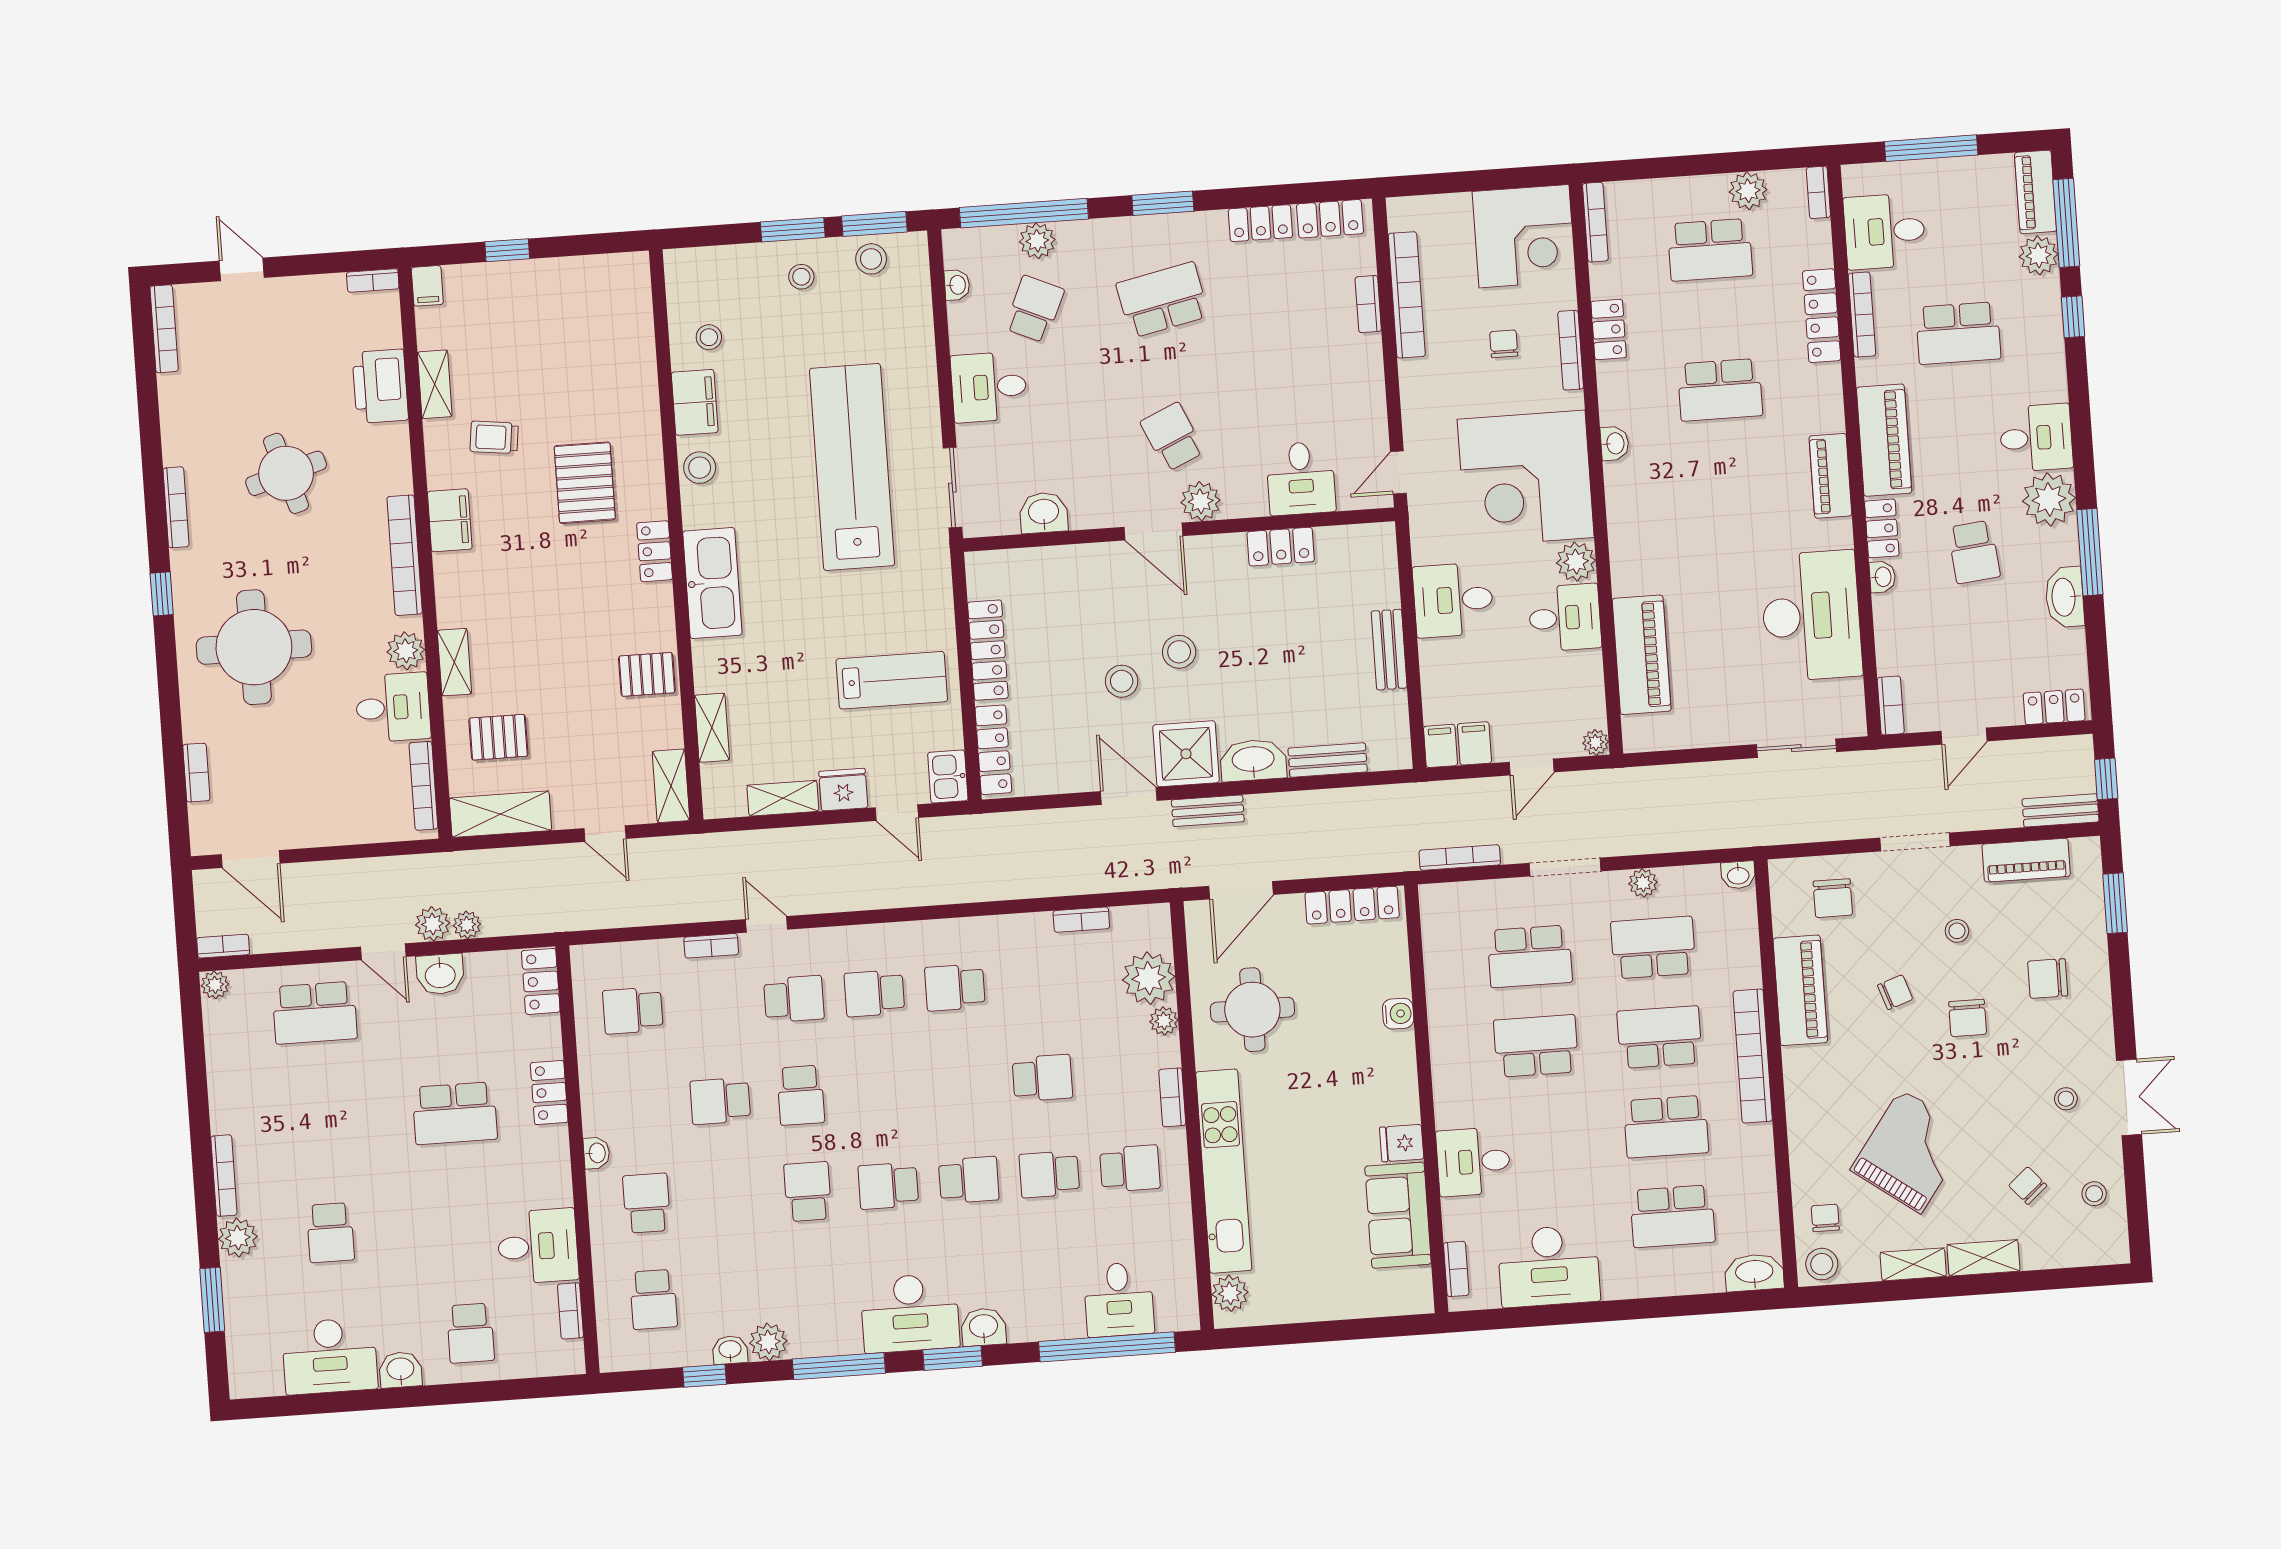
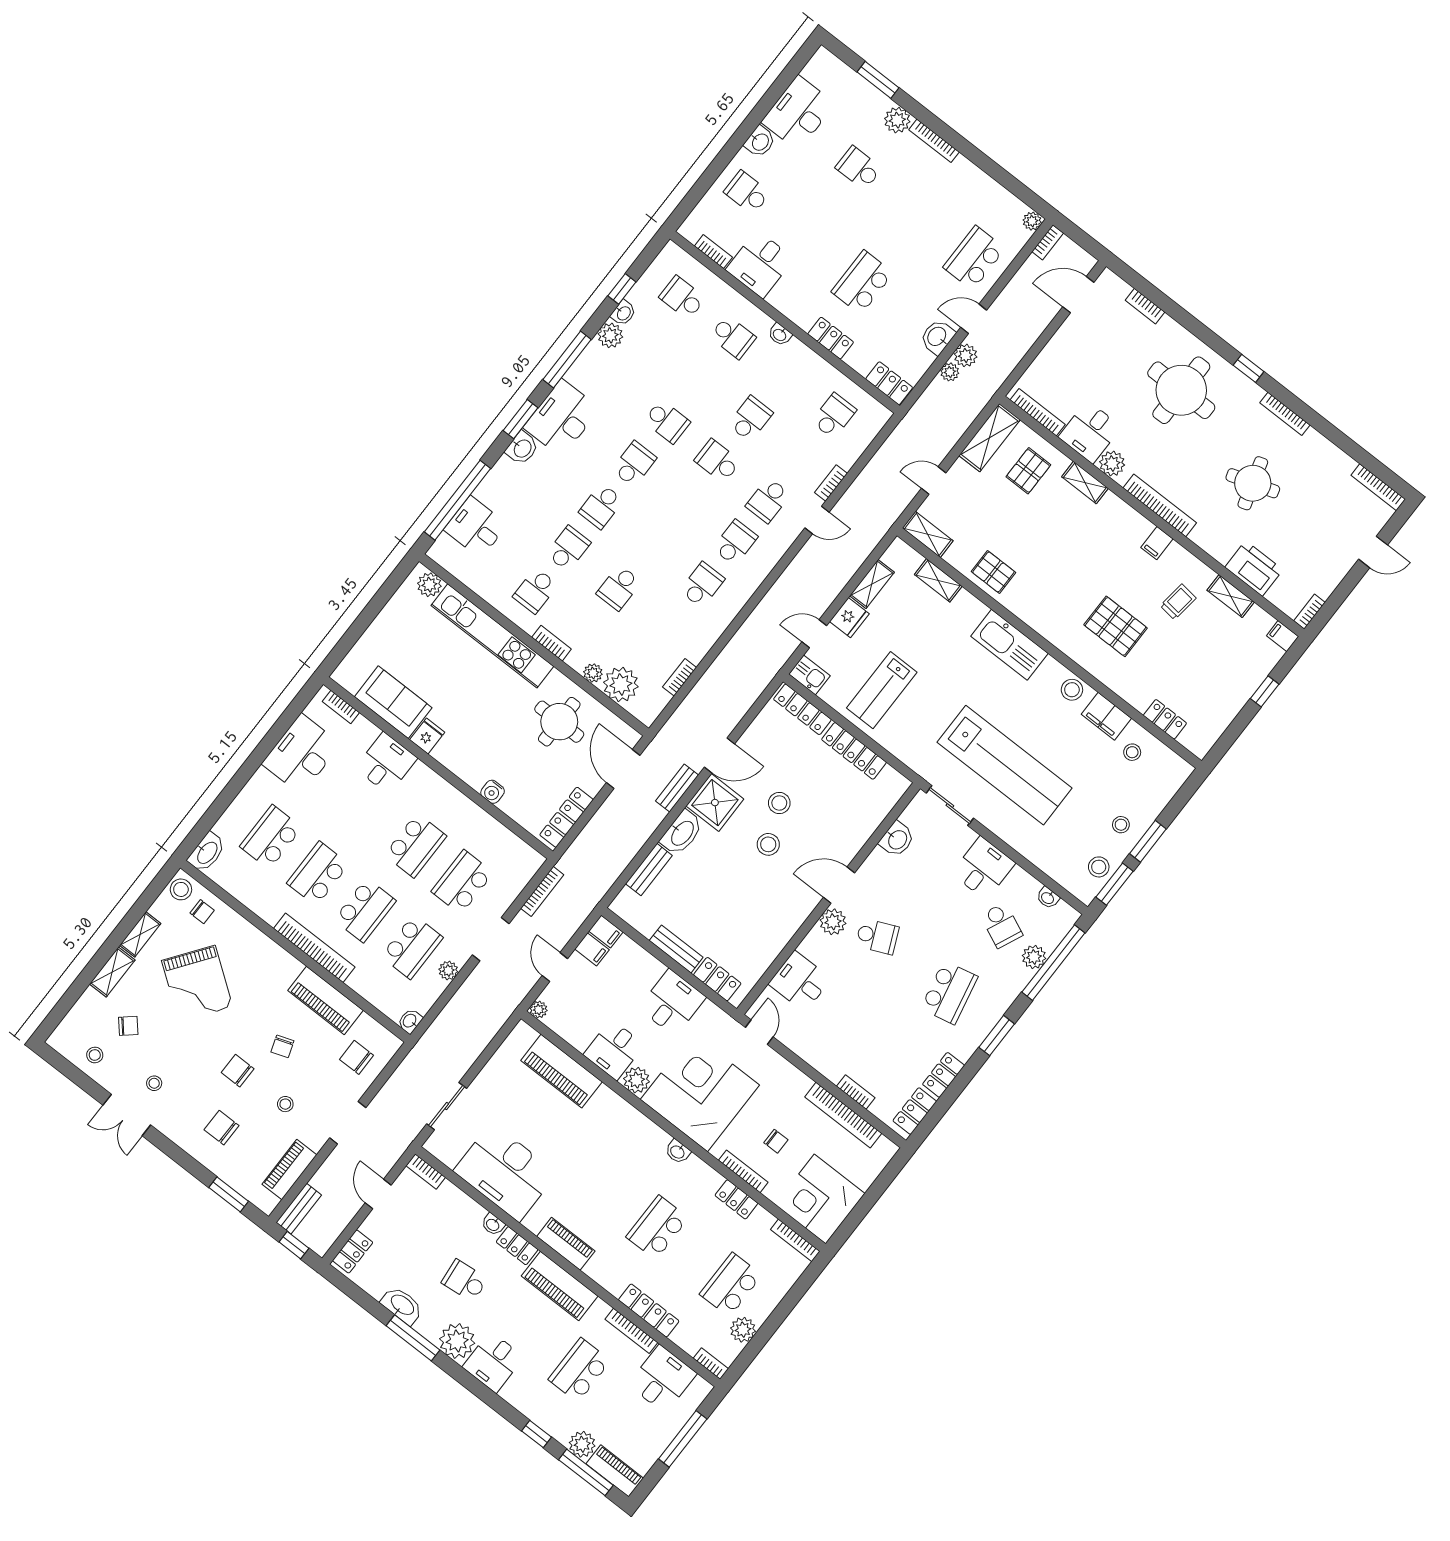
filing cabinet: (450, 520) -> (1157, 543), width x0.50
locker: (1281, 547) -> (717, 979), moved, turned 90
locker: (655, 551) -> (1165, 719), moved
pallet: (647, 674) -> (993, 572), turned 90
chair: (2048, 979) -> (221, 1128), turned -90

